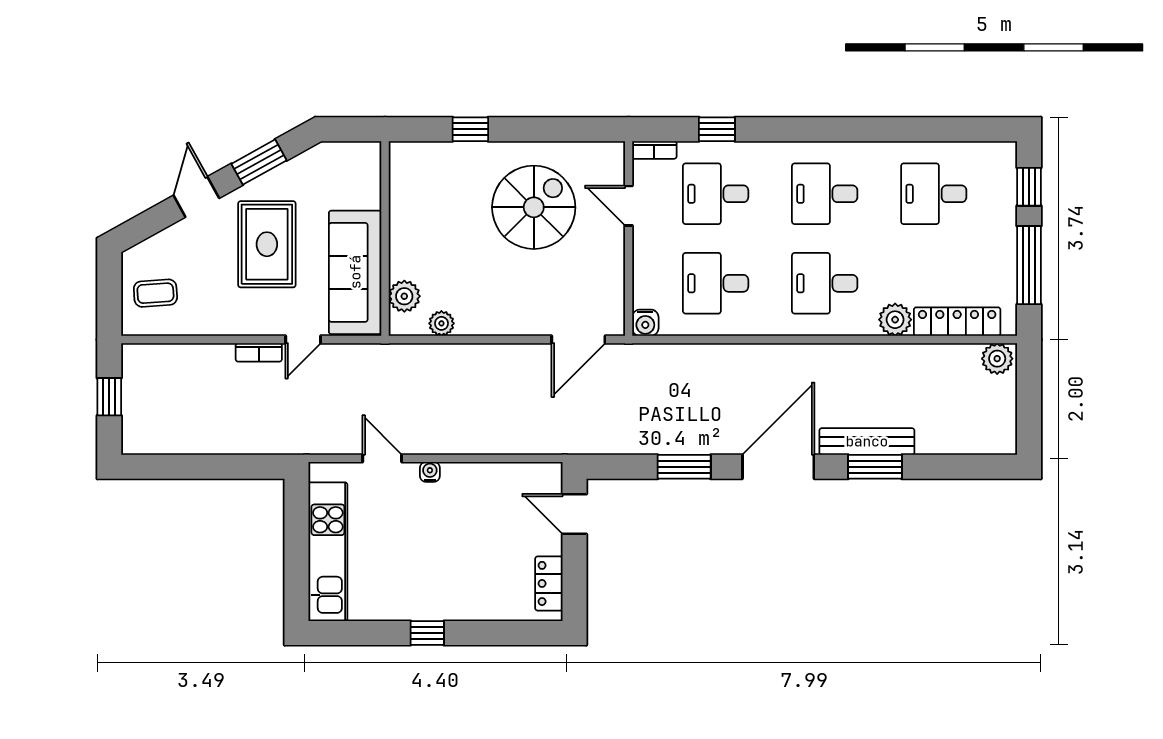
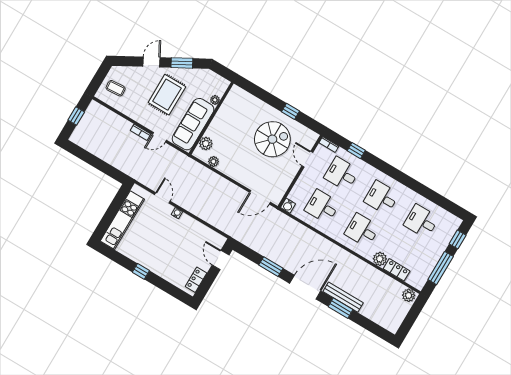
window: (470, 129) -> (290, 111), moved
plant: (370, 197) -> (215, 100), added
locker: (957, 322) -> (397, 270), width x0.66

